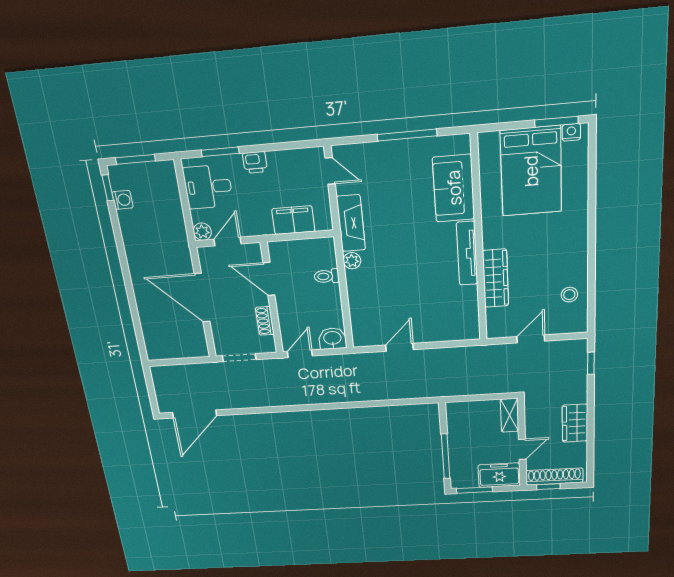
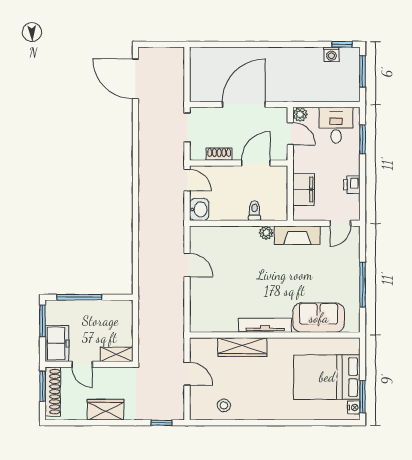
printer: (255, 162) -> (352, 185), moved
window: (548, 487) -> (43, 386), width x1.50

